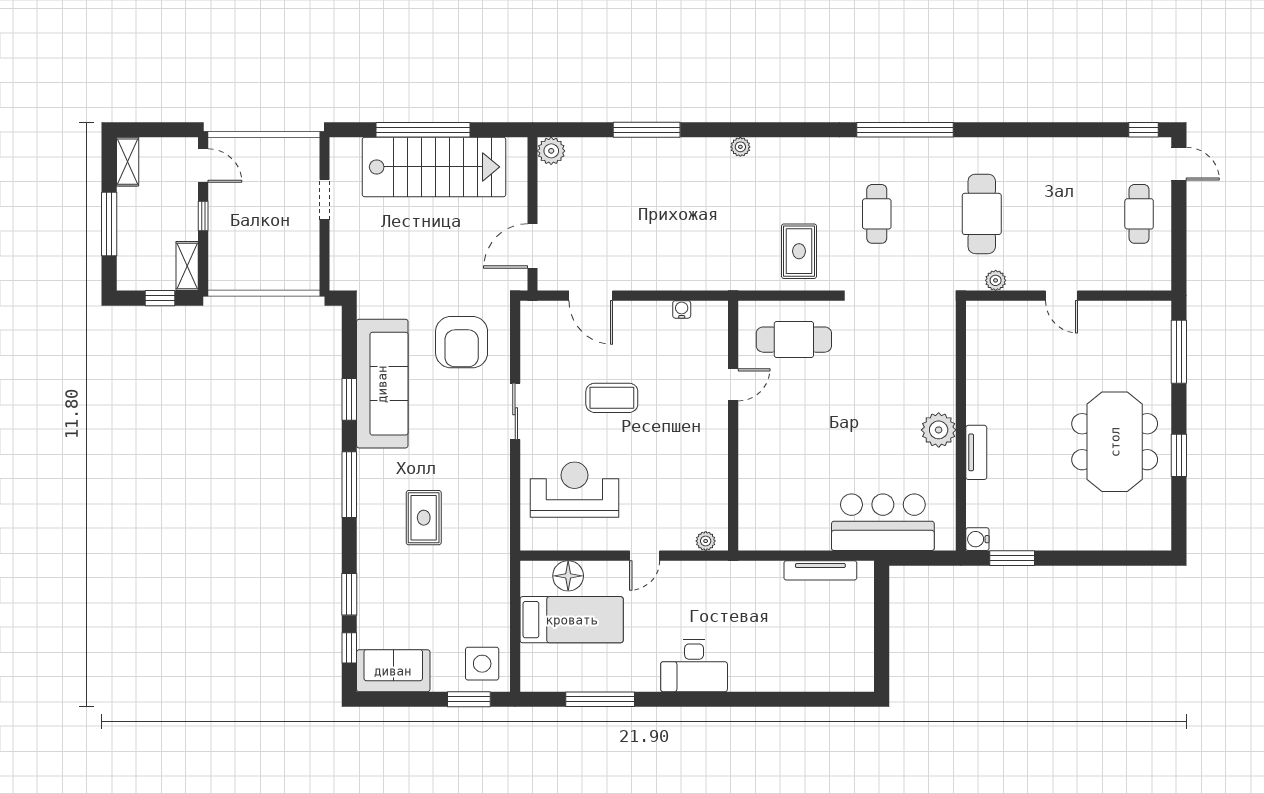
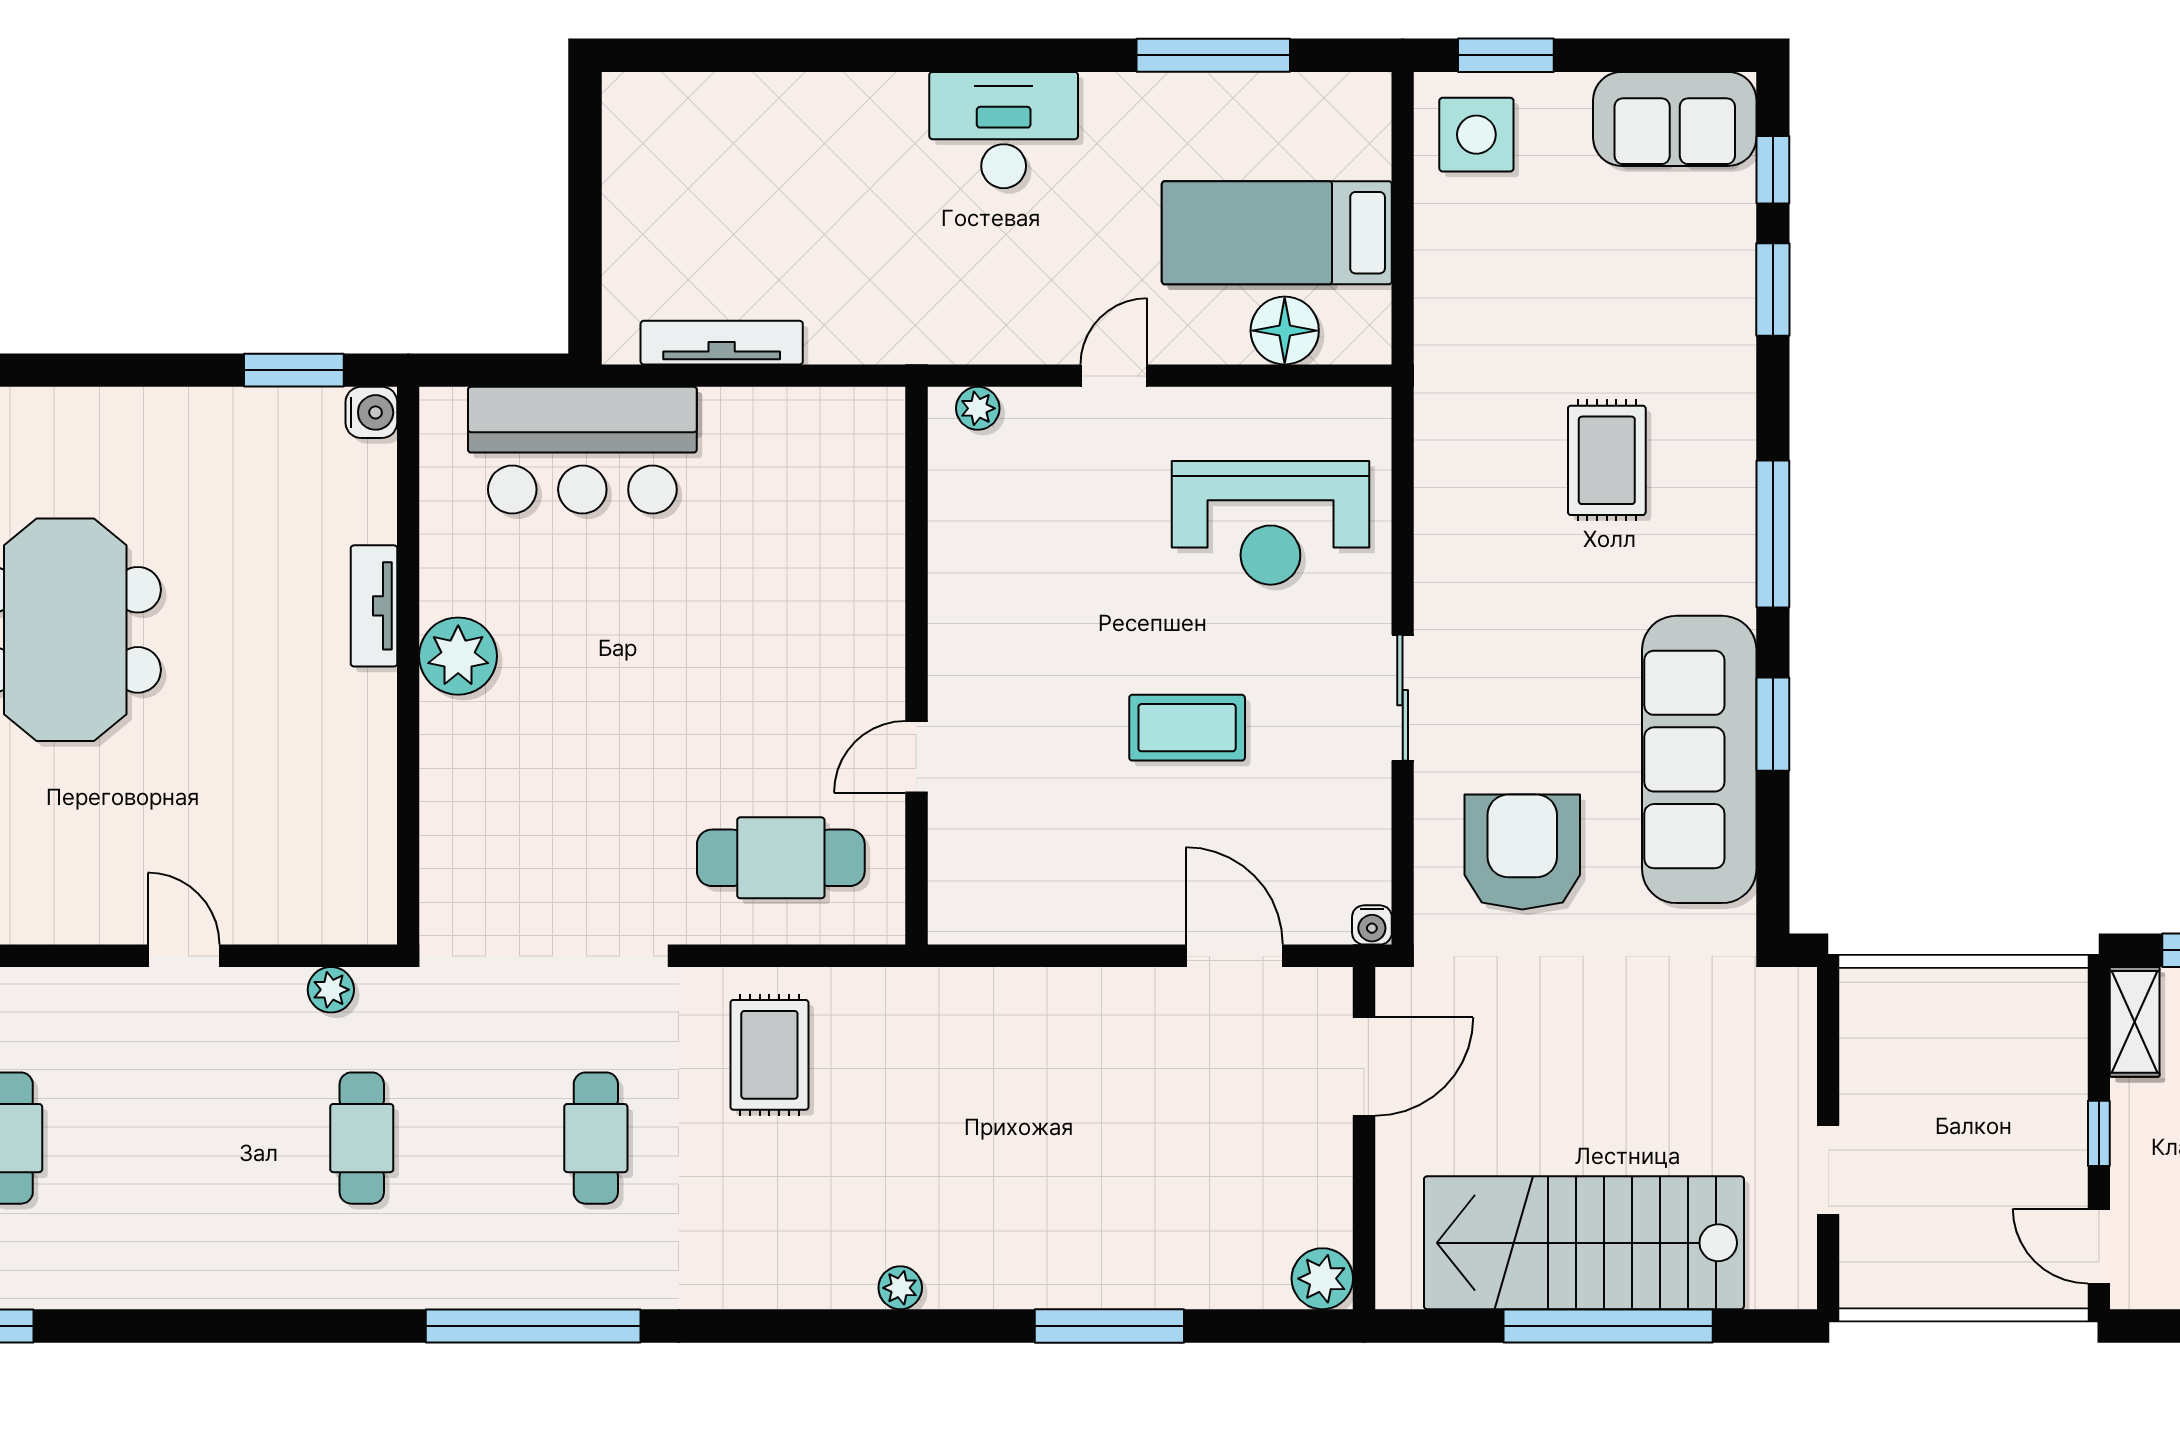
cafe table: (982, 214) -> (362, 1138), width x0.73, depth x0.74
water cooler: (682, 309) -> (1372, 925), moved

